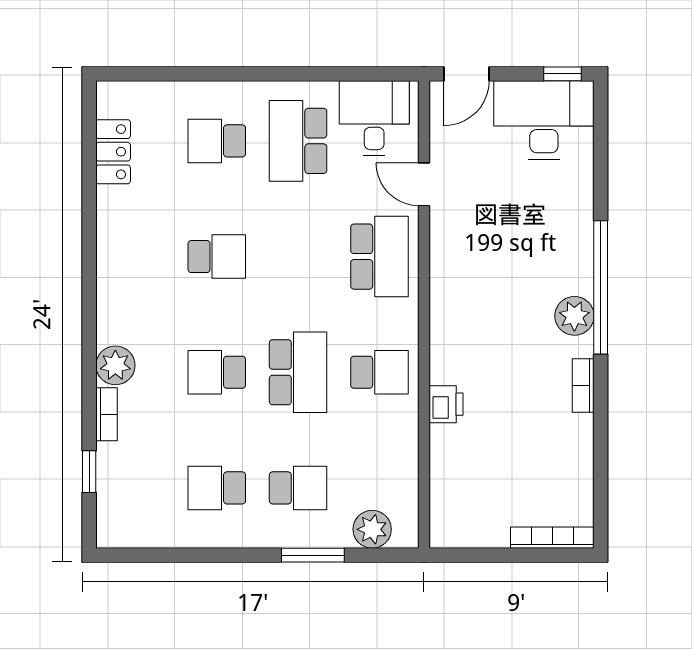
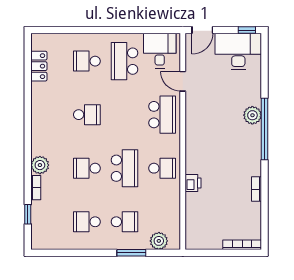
plant: (574, 316) -> (252, 115), moved
bookcase: (583, 385) -> (257, 189), moved

